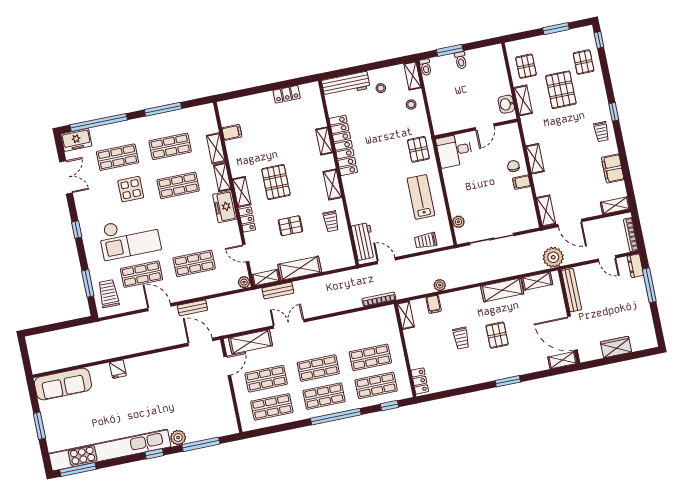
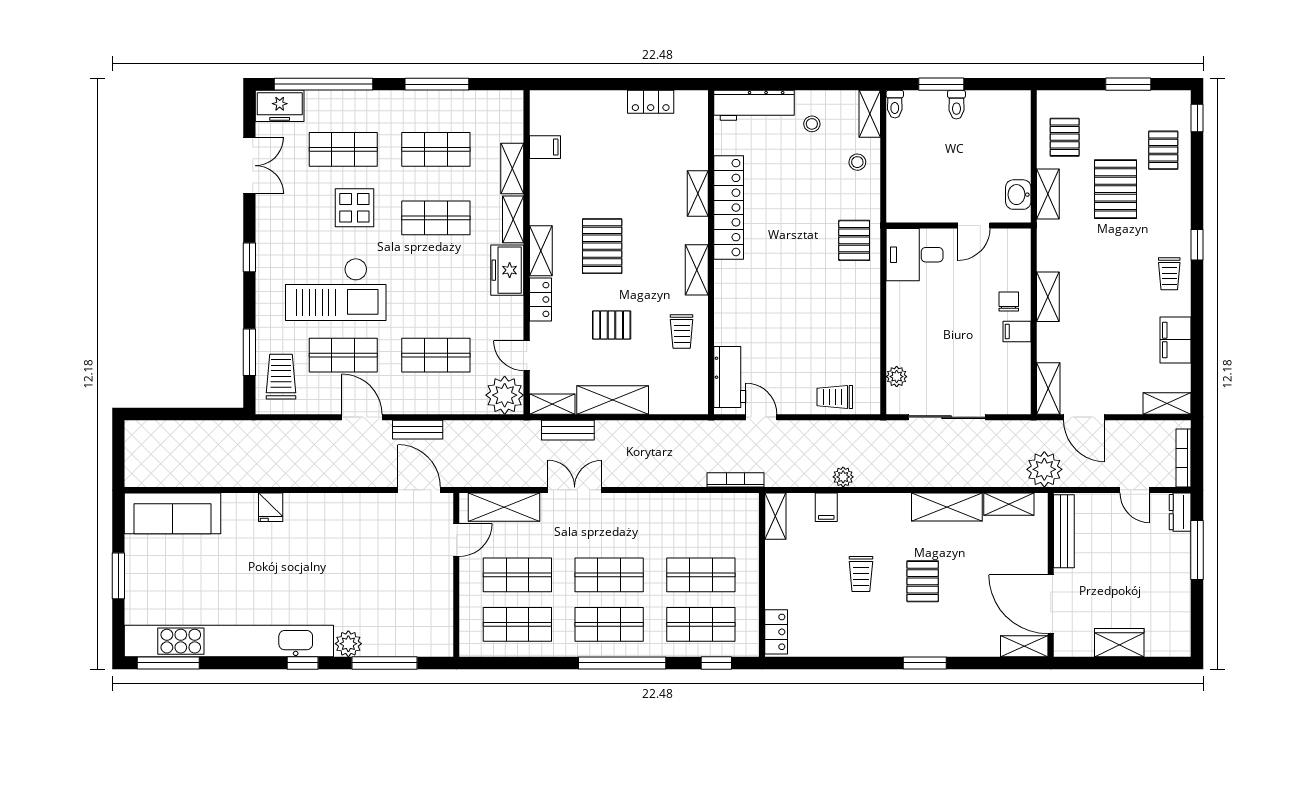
lab bench: (421, 197) -> (842, 322), removed
plant: (244, 282) -> (505, 395), width x1.88, depth x1.88

